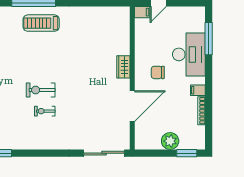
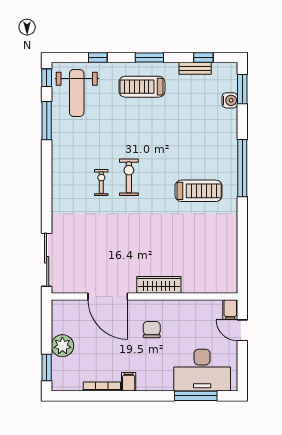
treadmill: (41, 23) -> (199, 191), moved, turned 90
desk: (189, 54) -> (202, 370), moved
wardrobe: (123, 67) -> (159, 285), width x1.50

